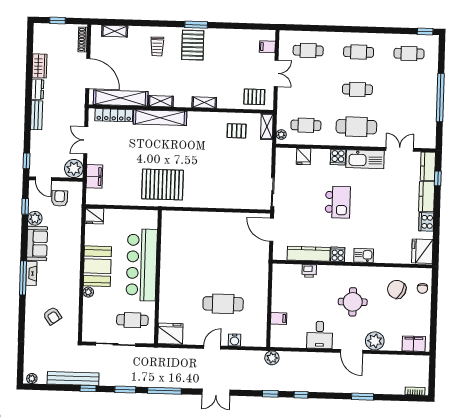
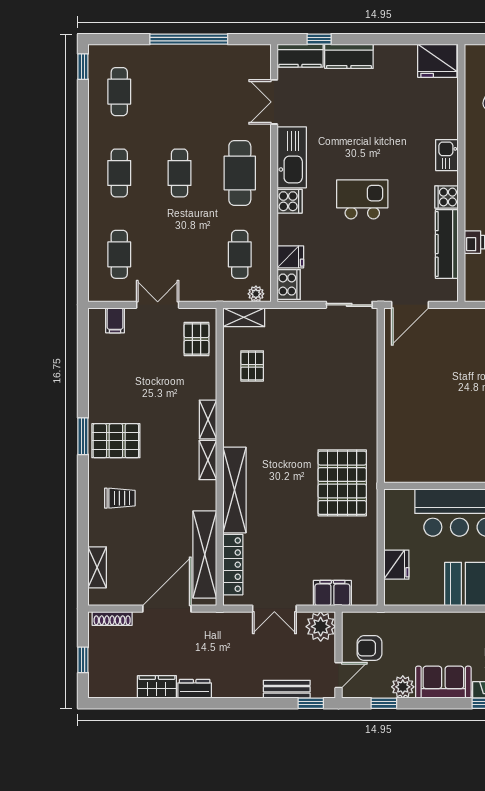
shelving: (161, 101) -> (208, 460), moved
bench: (37, 115) -> (287, 689), moved
fridge: (94, 216) -> (396, 565), moved
cooker: (426, 222) -> (289, 285), moved, turned -90

